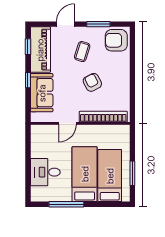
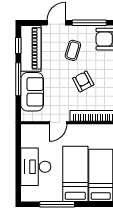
window: (98, 24) -> (89, 23), width x1.44
window: (28, 80) -> (18, 79), width x2.17
desk: (45, 172) -> (36, 167), width x1.37

